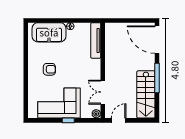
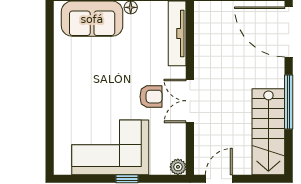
armchair: (49, 69) -> (151, 97), moved
double door: (103, 92) -> (190, 101), moved

